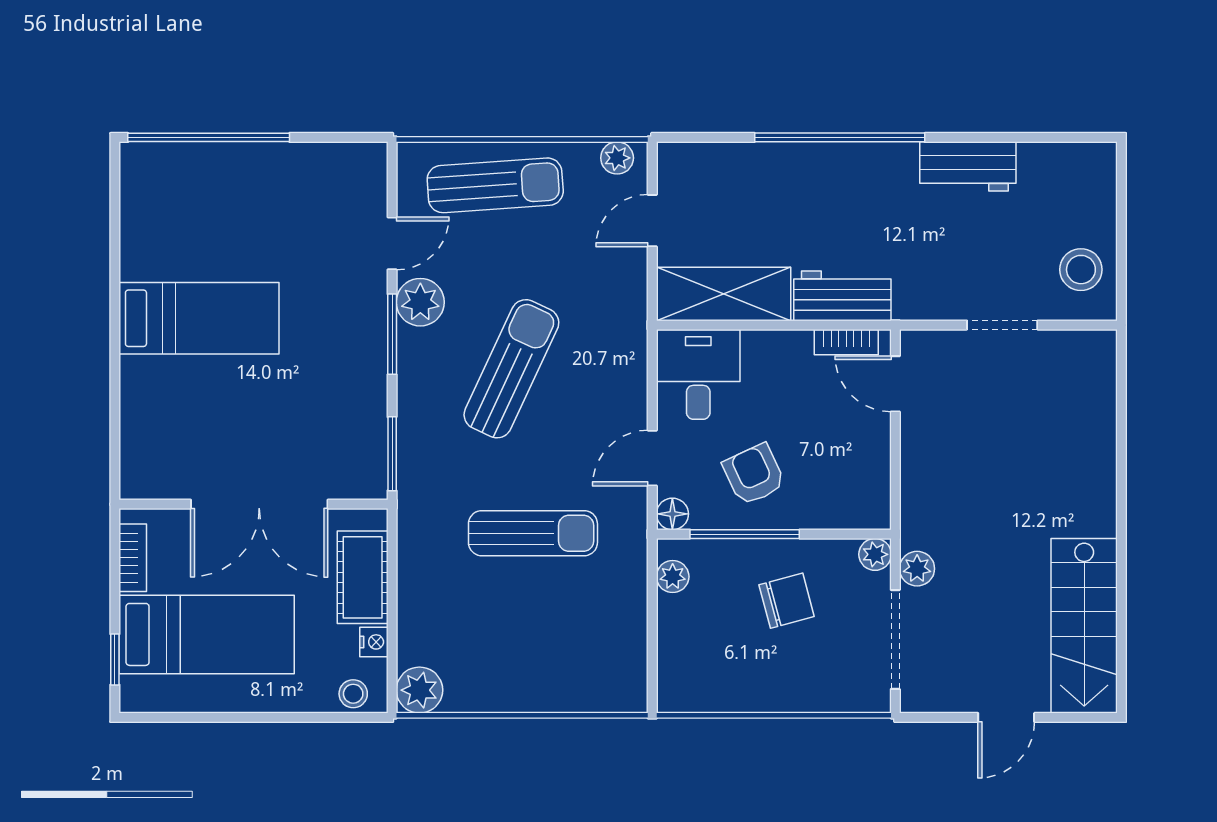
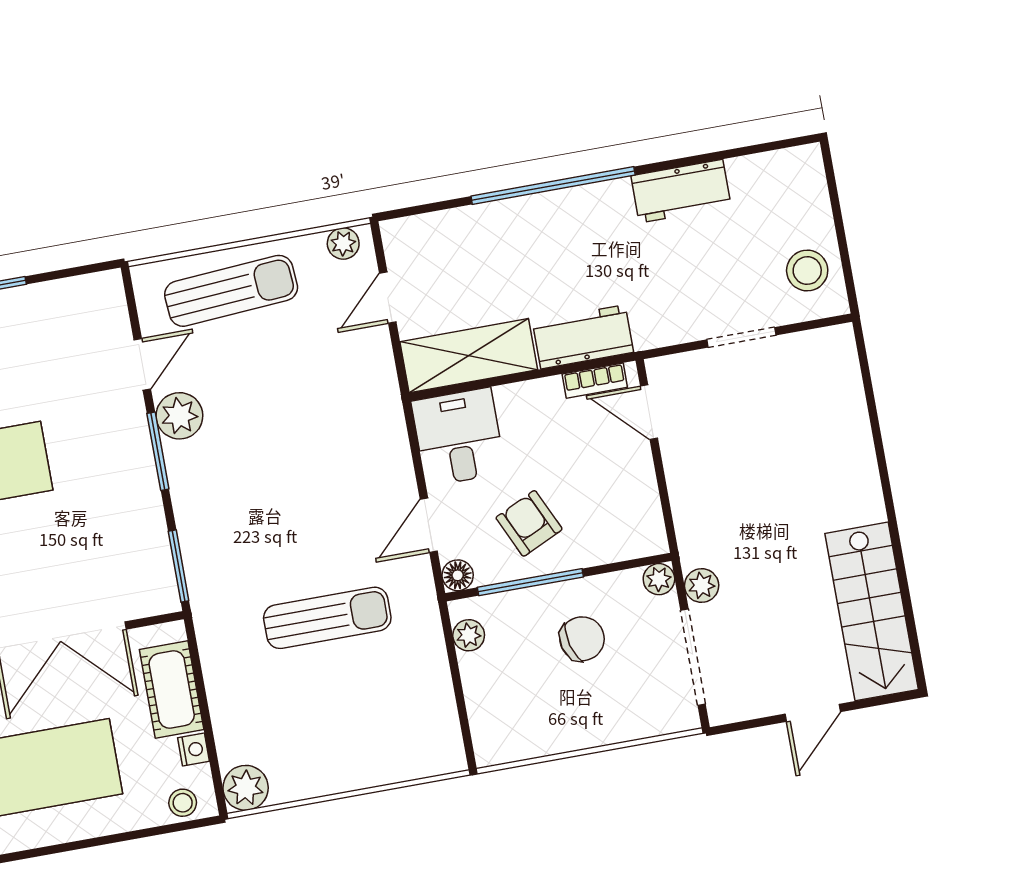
sun lounger: (511, 369) -> (278, 464), removed

